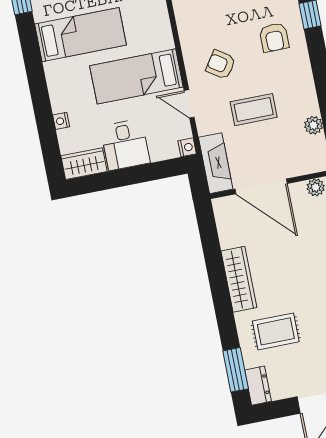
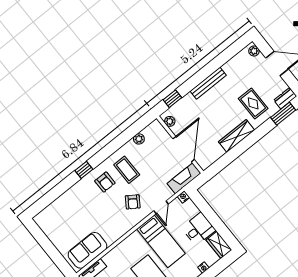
armchair: (274, 37) -> (105, 182), turned 90
coffee table: (254, 110) -> (127, 170), moved

